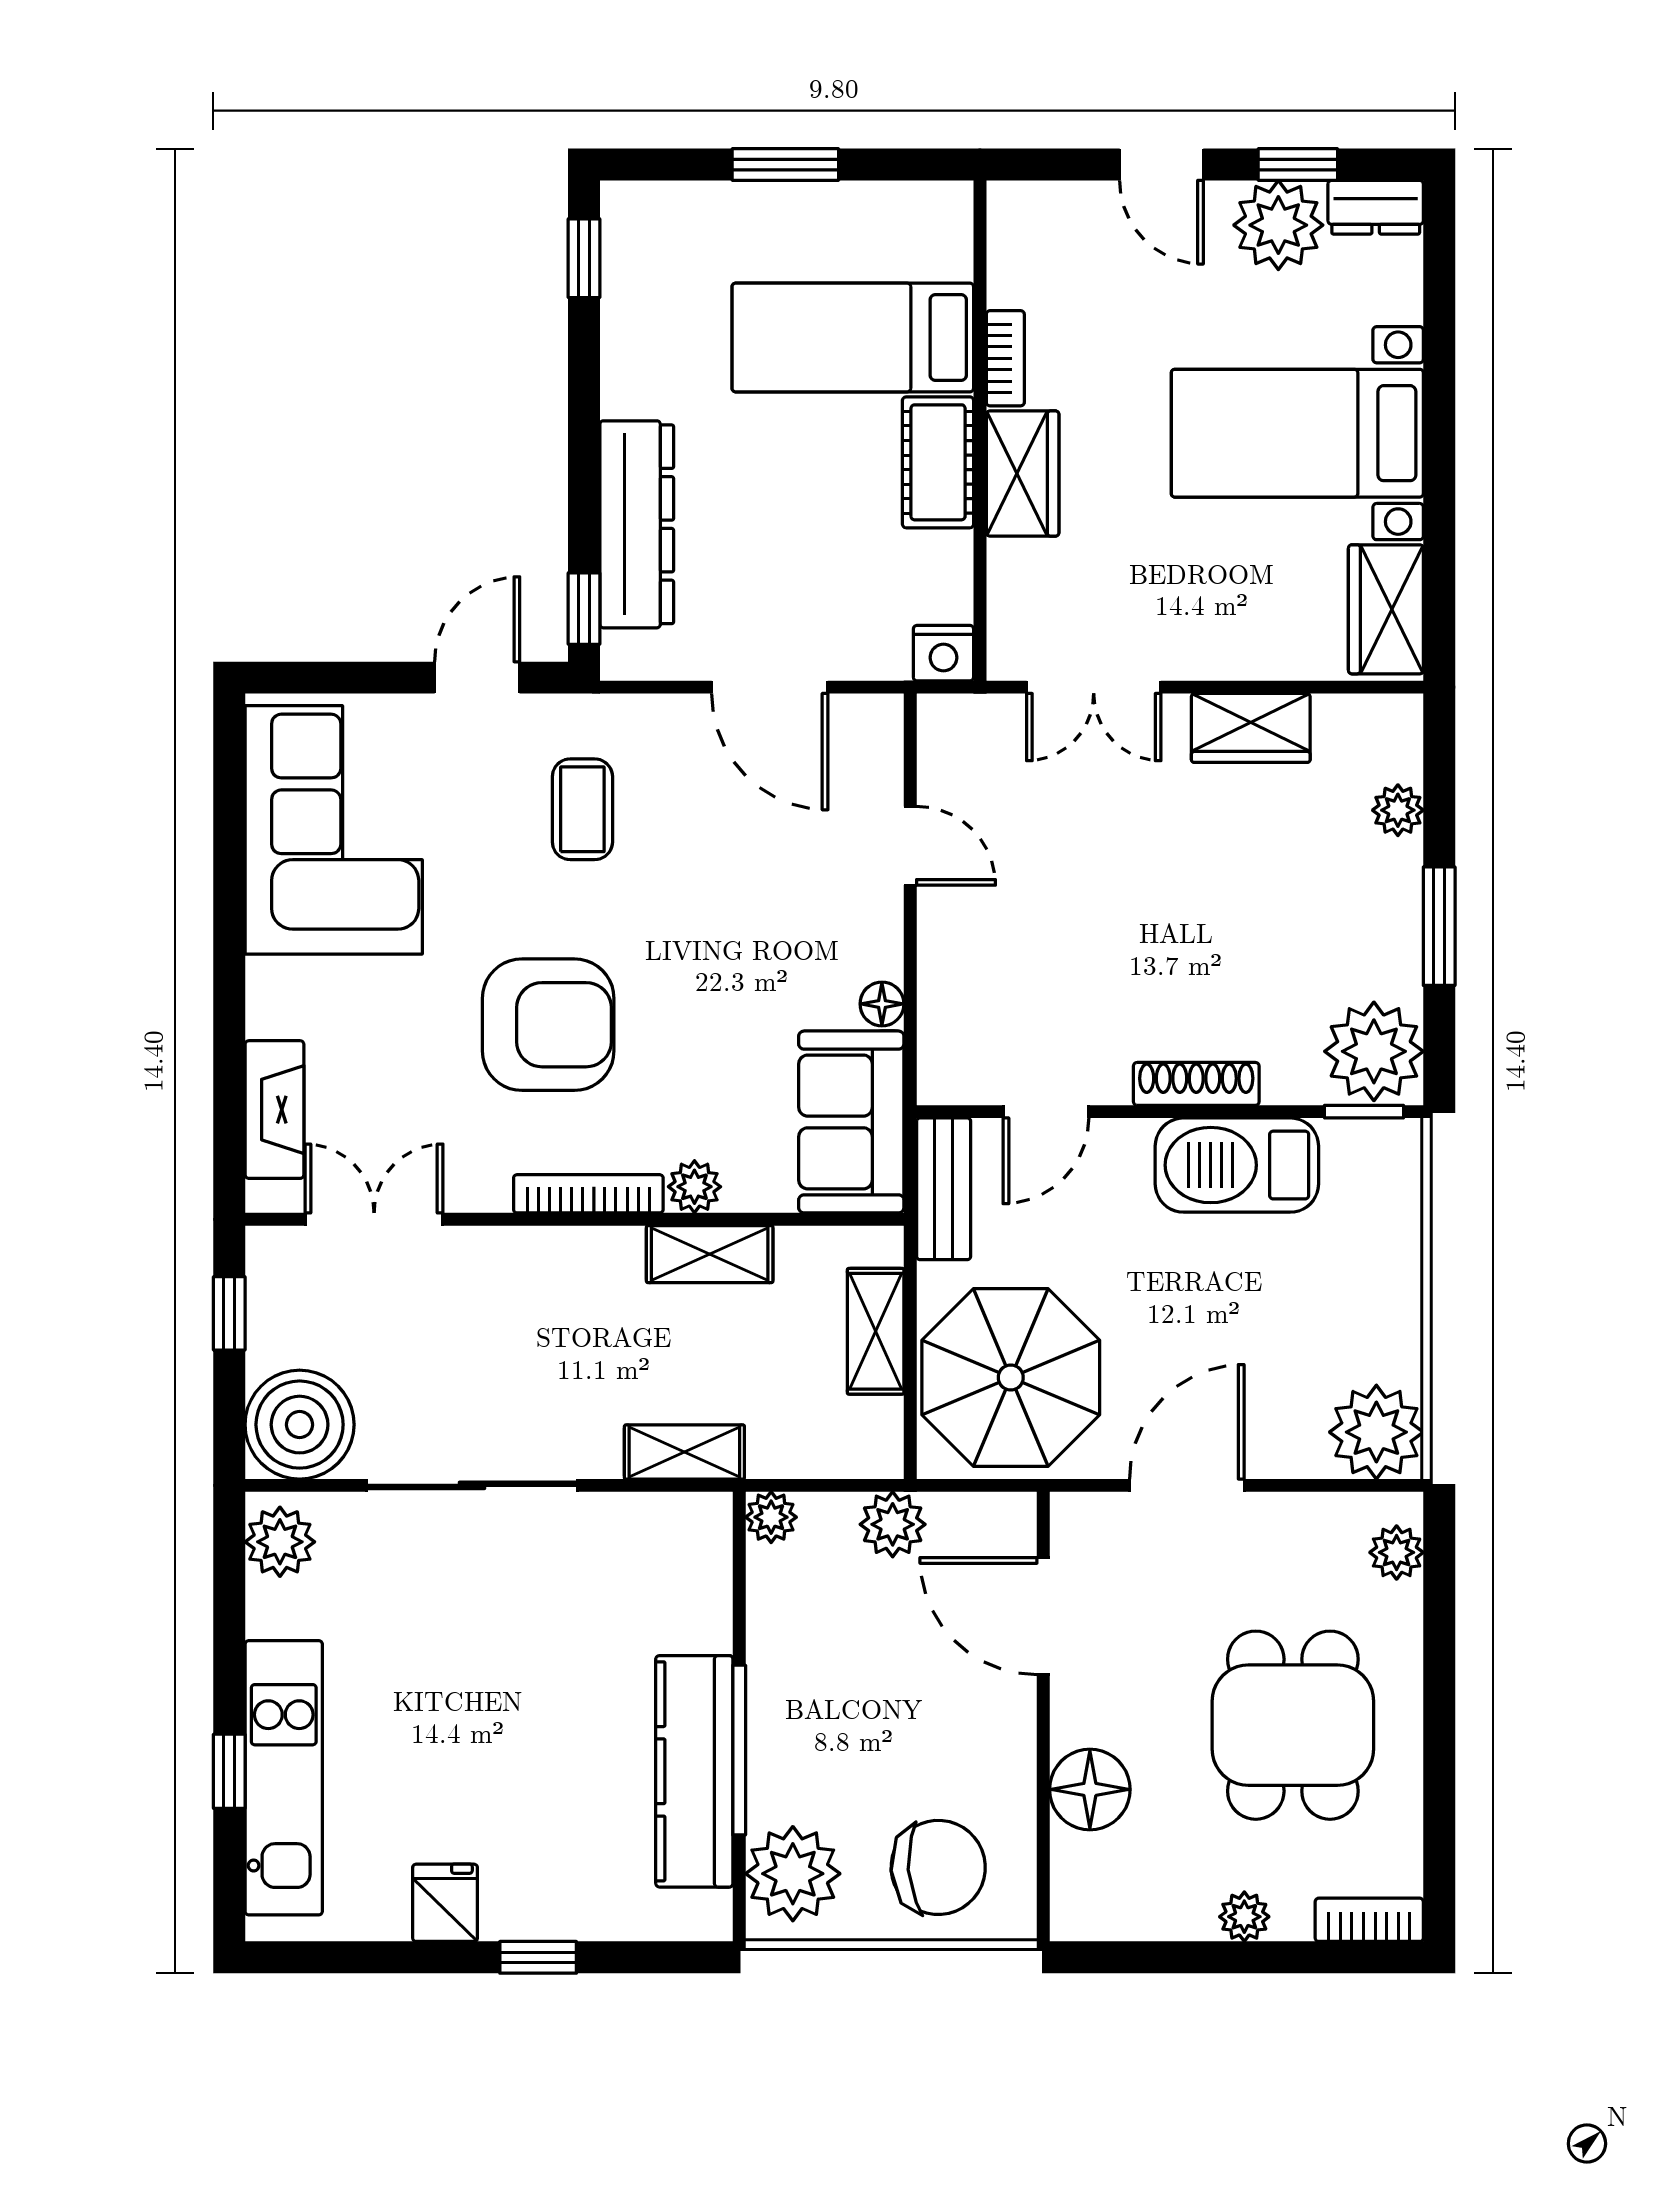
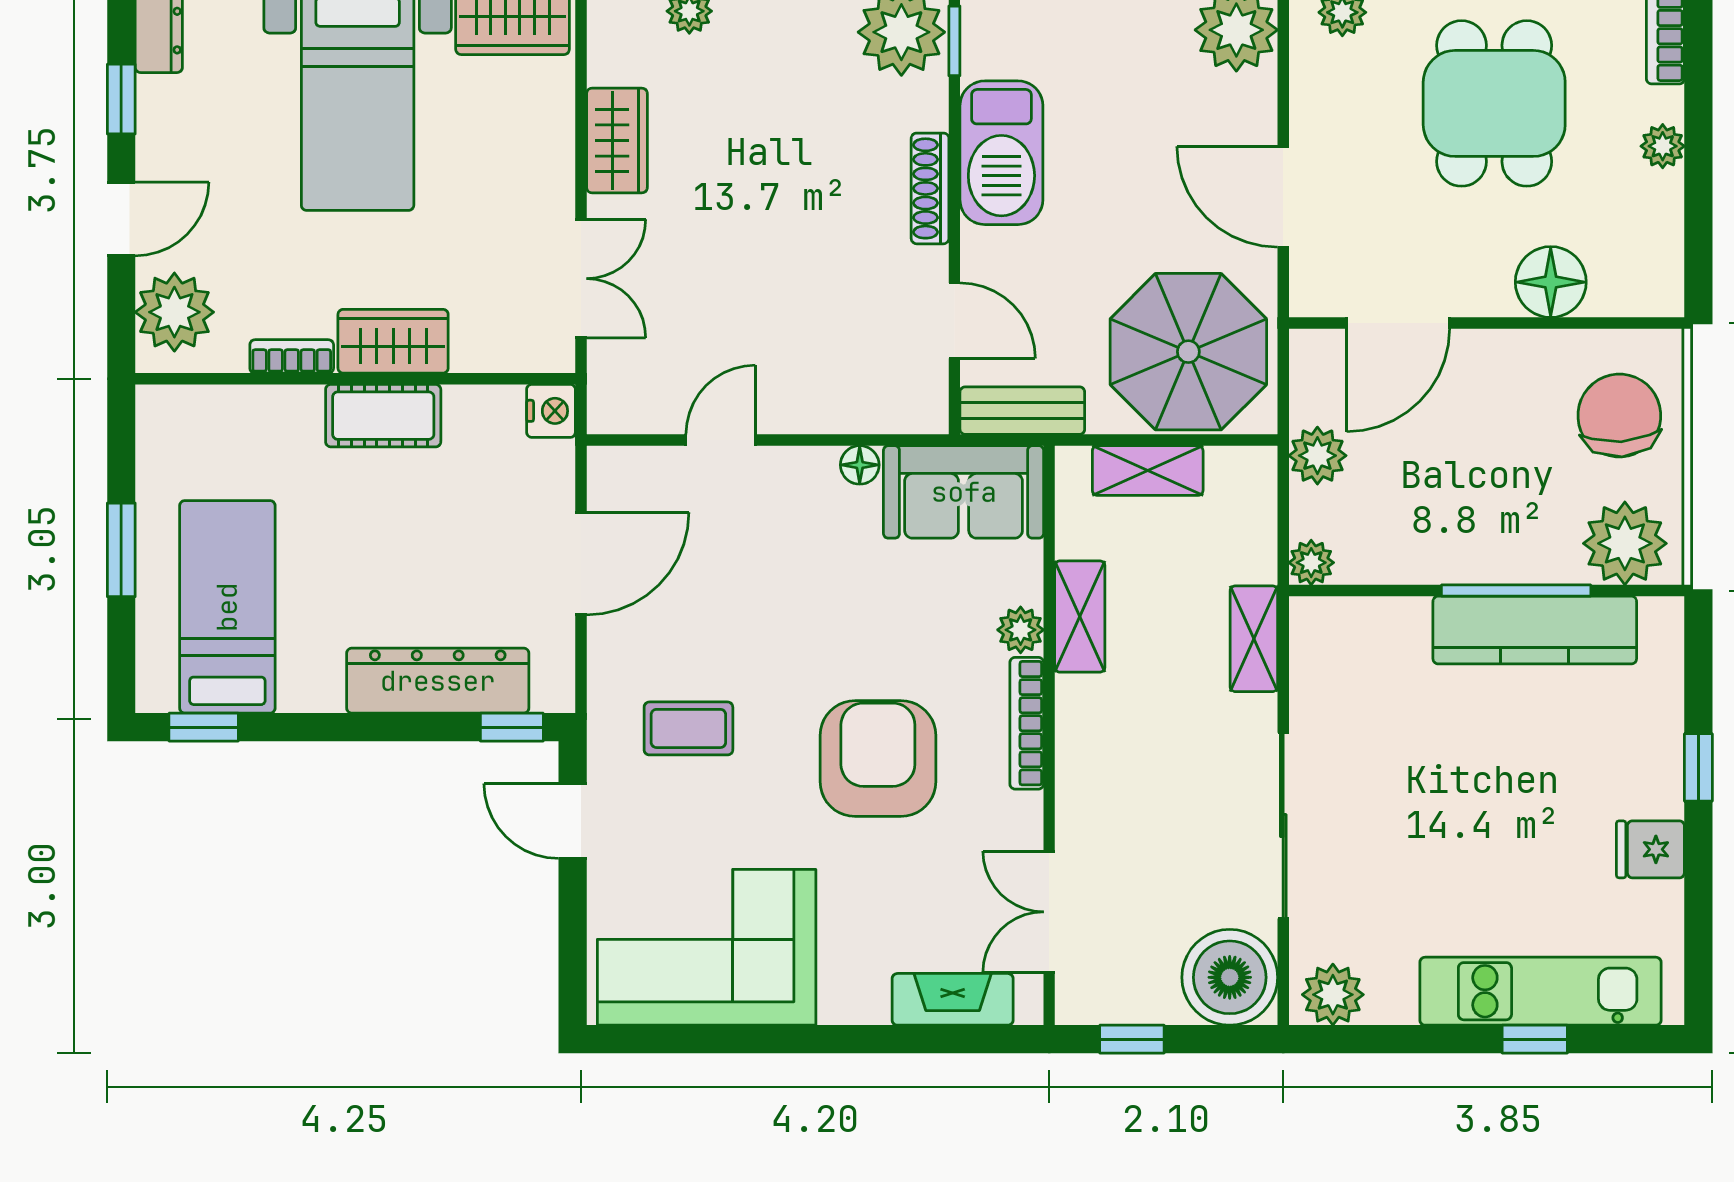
plant: (1278, 225) -> (174, 312), moved
bed: (853, 337) -> (227, 607), moved, turned 180
dining table: (1293, 1725) -> (1494, 103), turned 90

